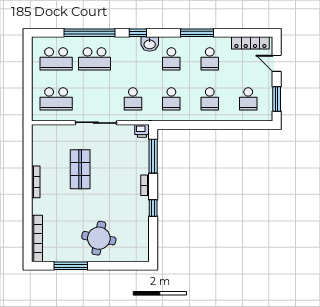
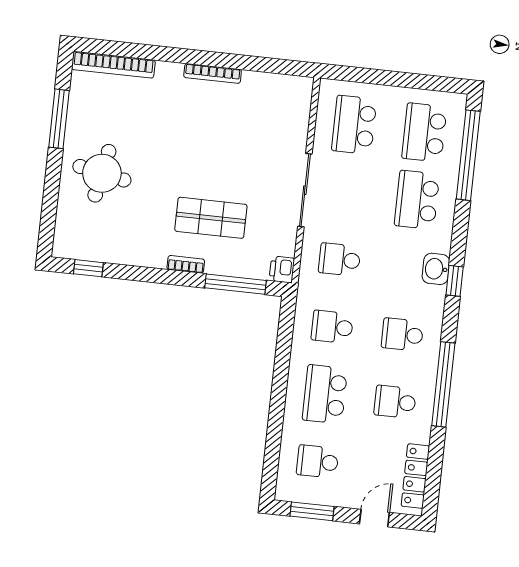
window: (89, 33) -> (468, 155), moved
window: (197, 33) -> (443, 384), width x1.46
washbasin: (150, 44) -> (436, 269), moved
school desk: (210, 99) -> (325, 394), width x1.85
shop shelf: (80, 169) -> (211, 218), moved
window: (153, 208) -> (88, 268), moved

